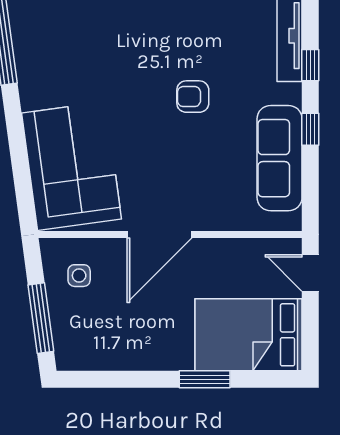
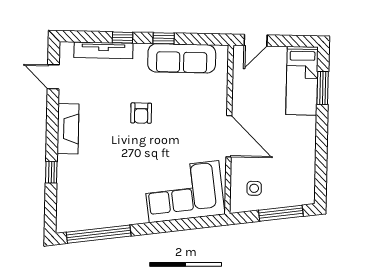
bed: (249, 335) -> (302, 81), width x0.67
window: (205, 379) -> (323, 88), moved

